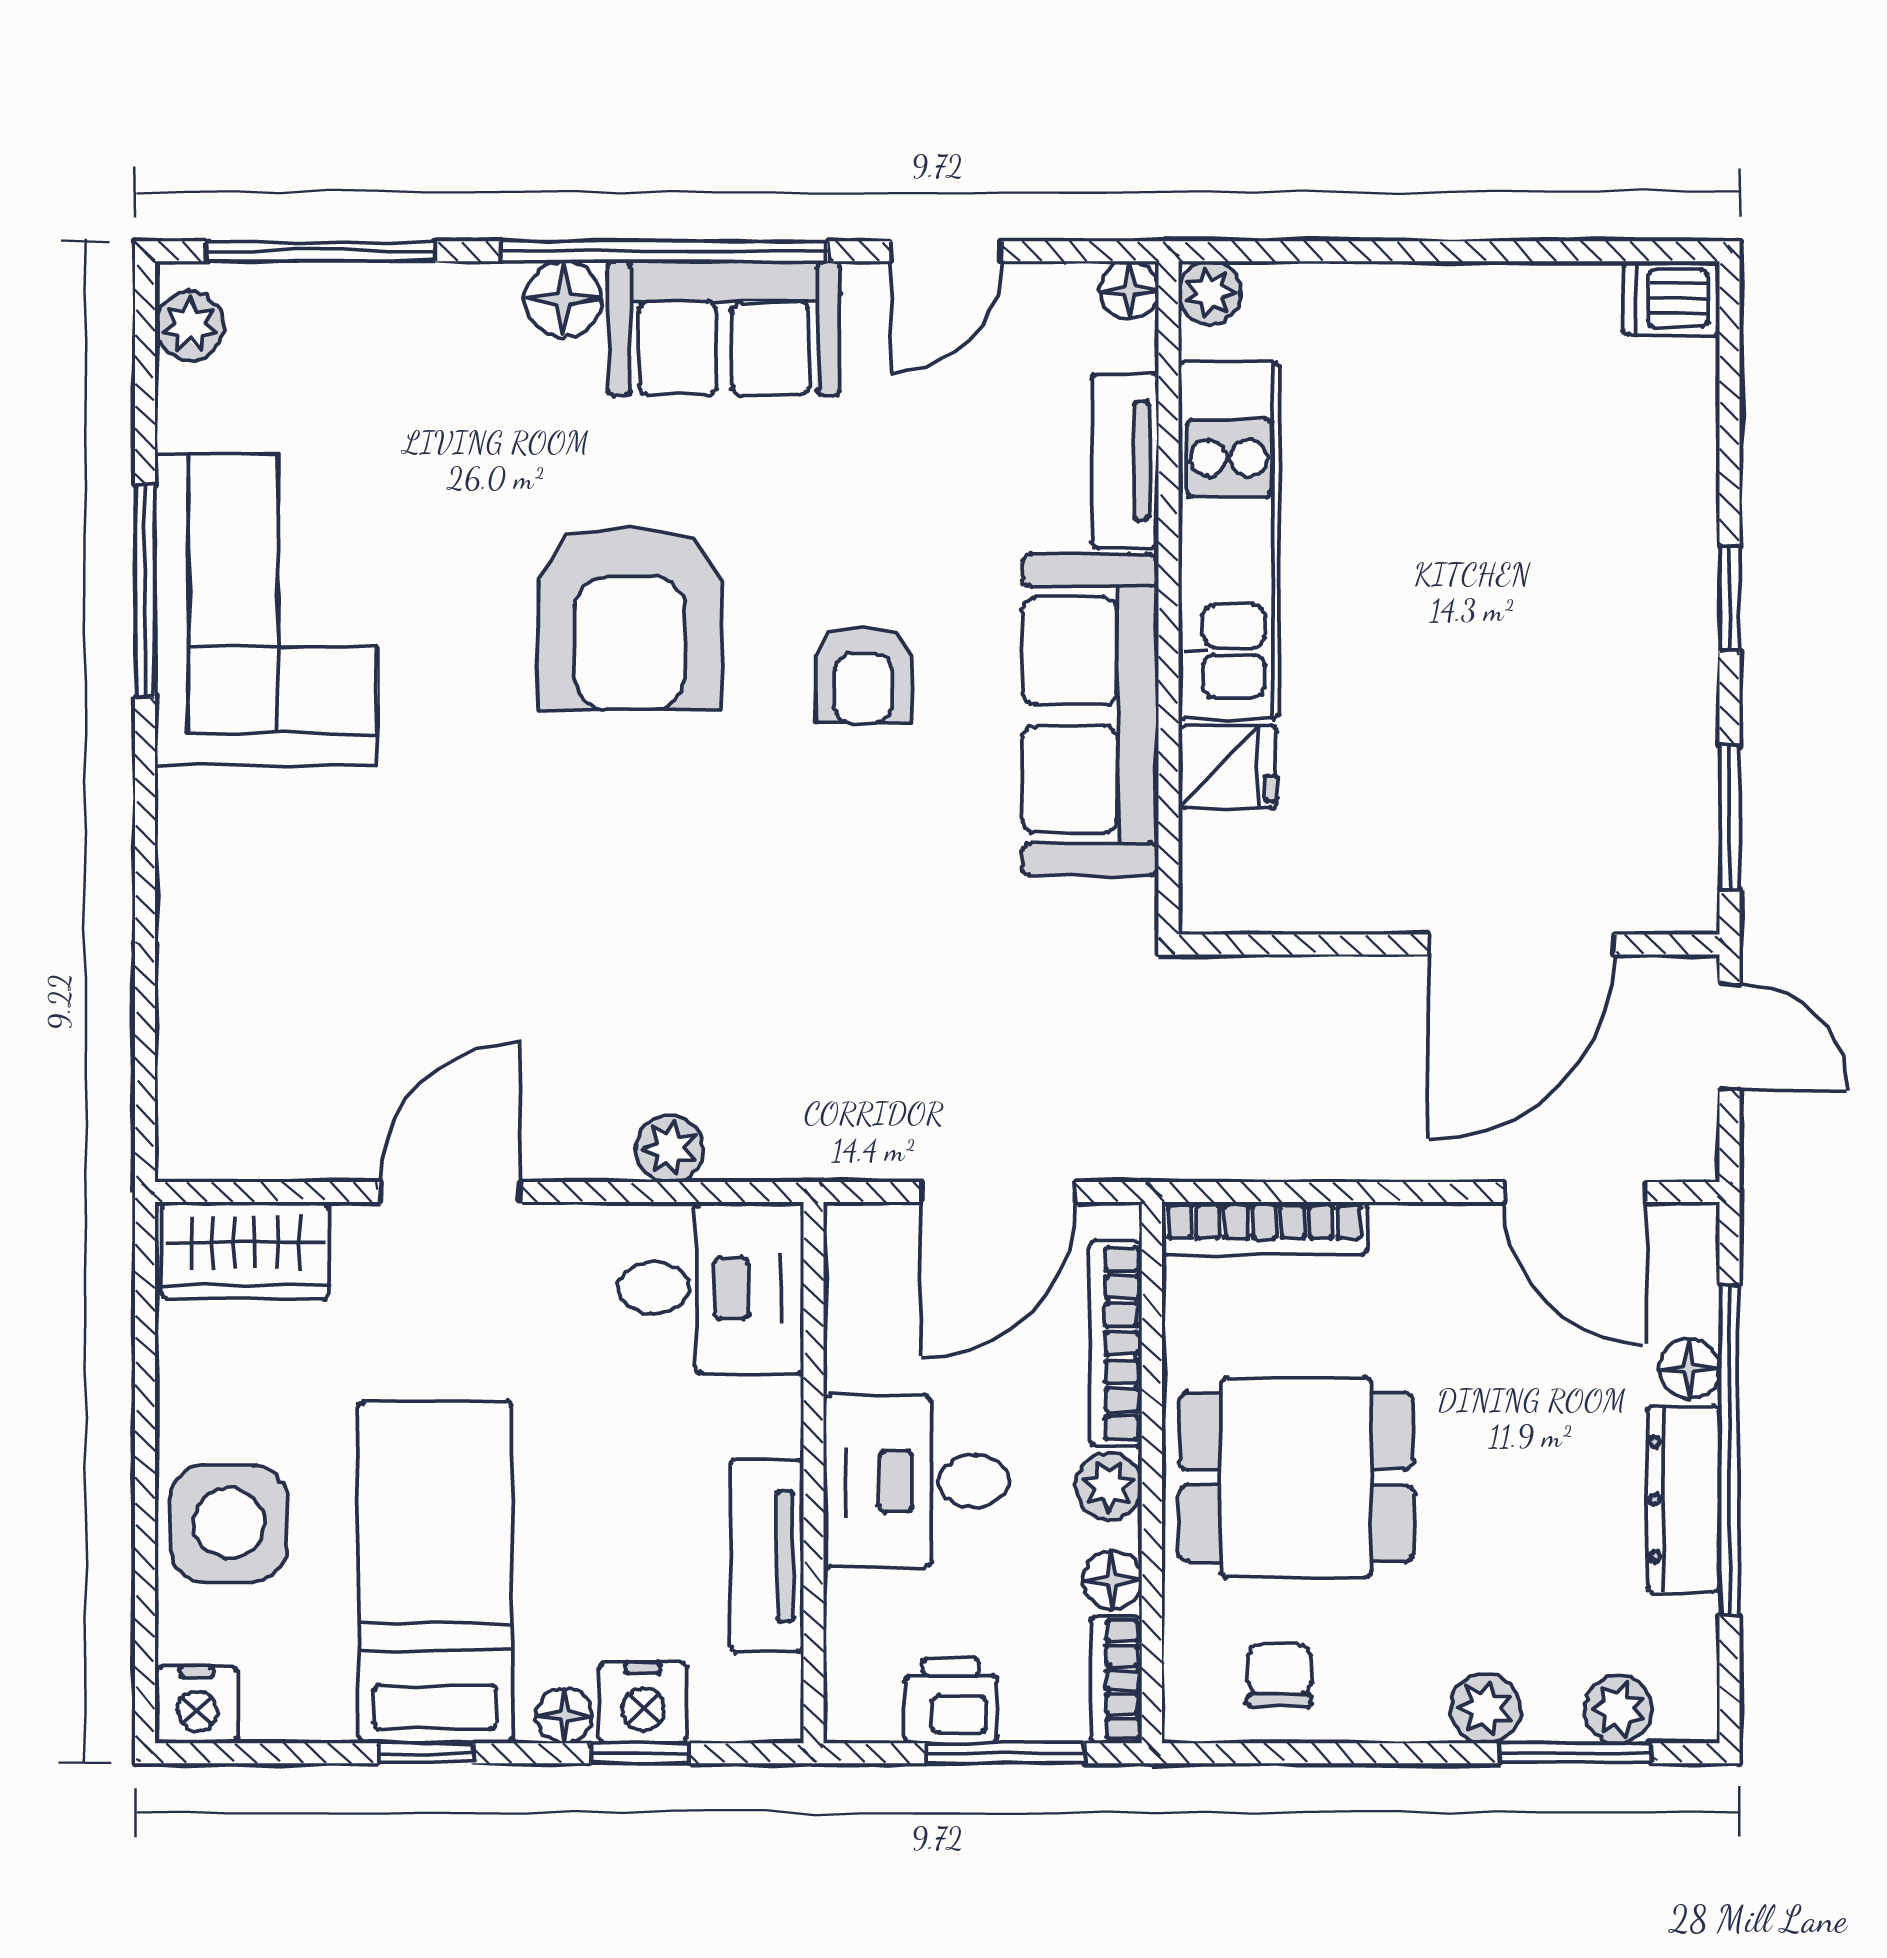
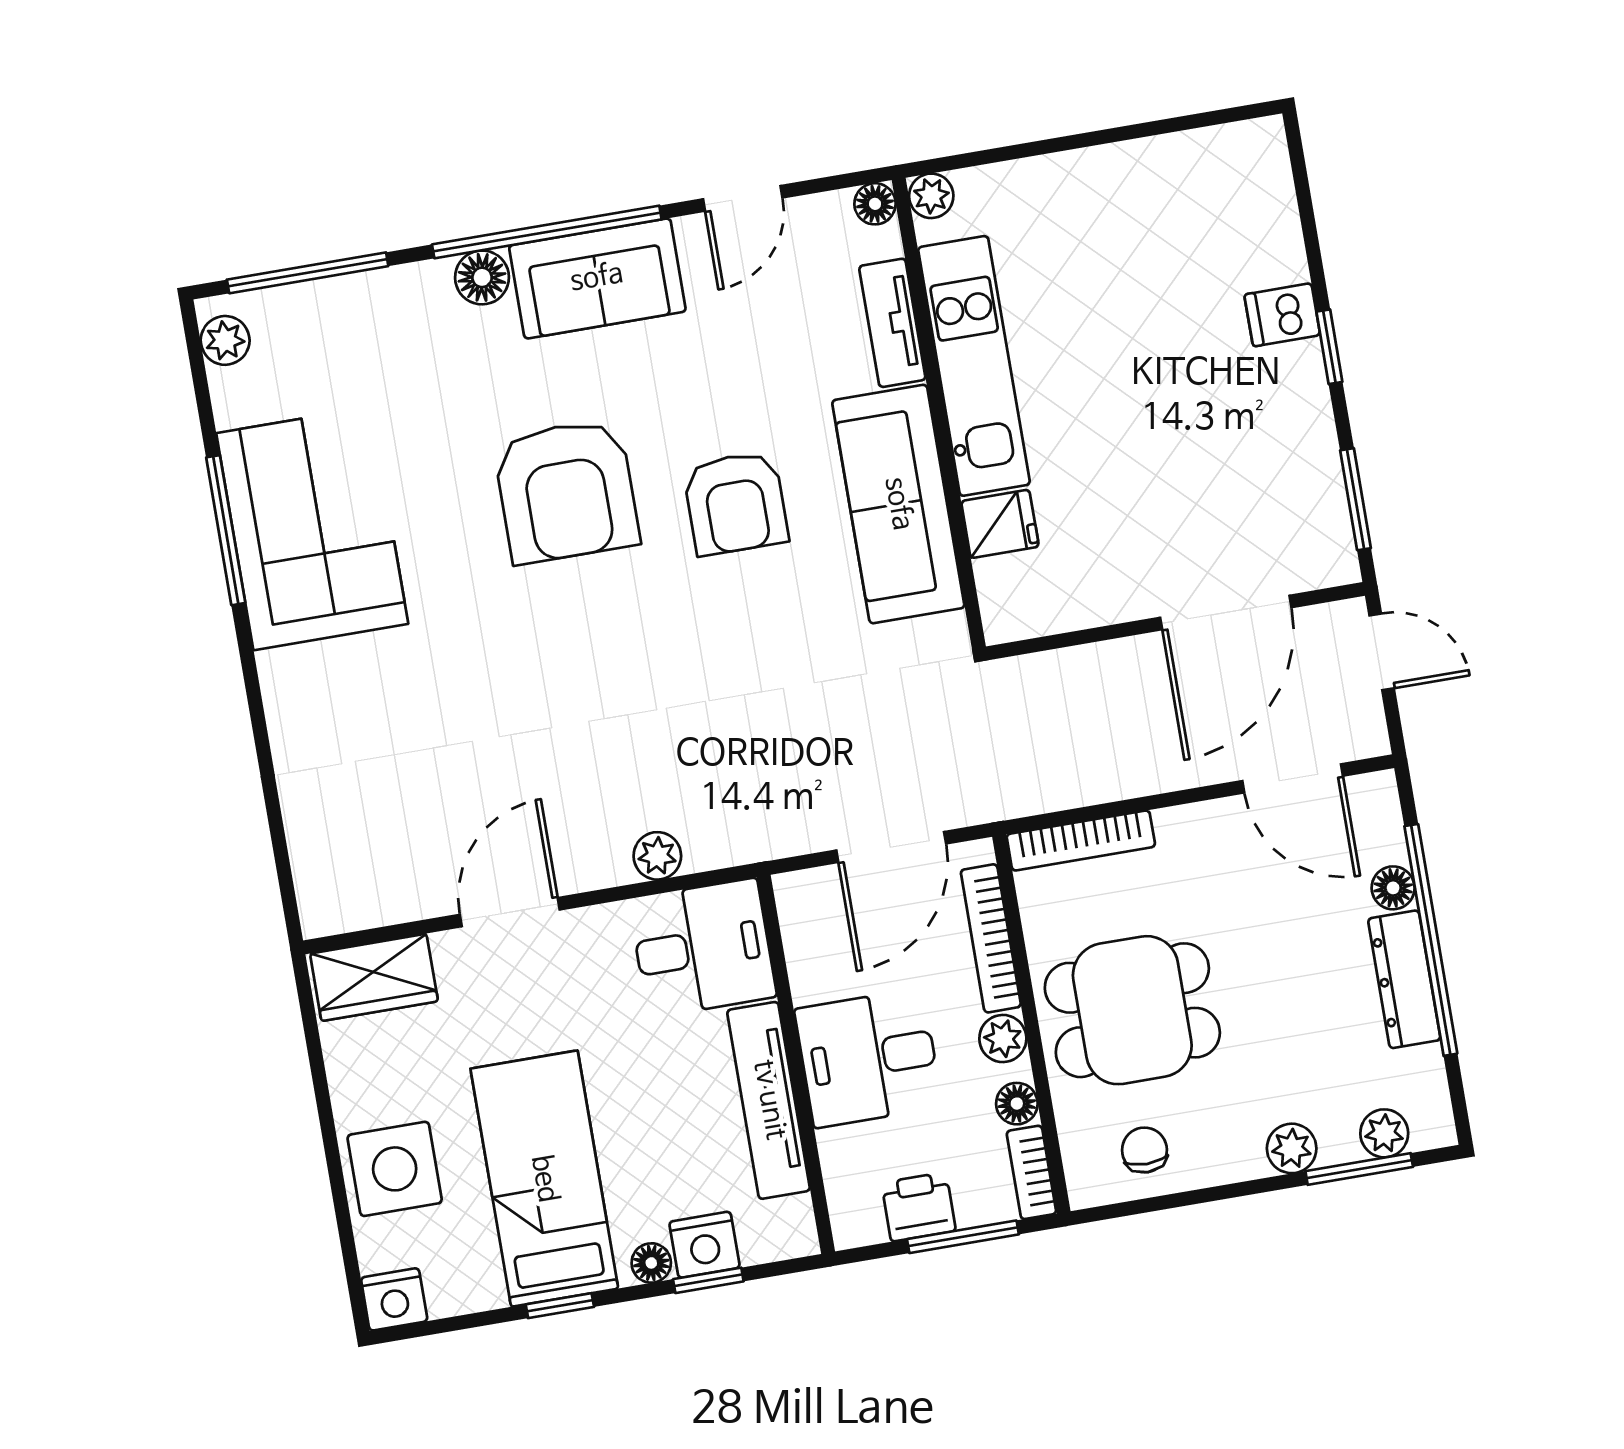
dishwasher: (1671, 299) -> (1282, 315), moved
armchair: (863, 675) -> (736, 503), width x1.38, depth x1.38
tv unit: (767, 1556) -> (769, 1100), width x1.41

